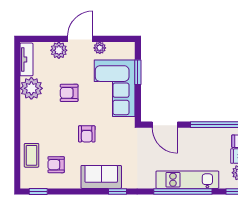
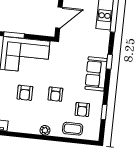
plant: (31, 88) -> (45, 130), moved, width x0.53, depth x0.53
armchair: (87, 134) -> (55, 94), moved, turned 90
window: (38, 191) -> (104, 112), moved

